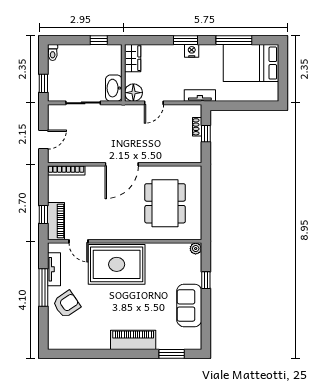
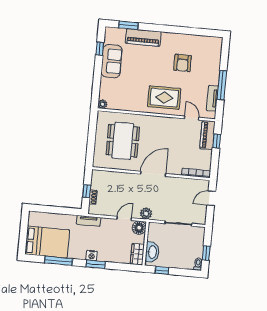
window: (43, 83) -> (206, 253), moved
washbasin: (114, 88) -> (152, 252), moved
plant: (126, 112) -> (146, 213), added
rug: (117, 264) -> (164, 98), width x0.73, depth x0.69
window: (206, 280) -> (100, 49), moved
armchair: (67, 304) -> (183, 63), moved, turned -56
piano: (133, 340) -> (143, 38), moved

